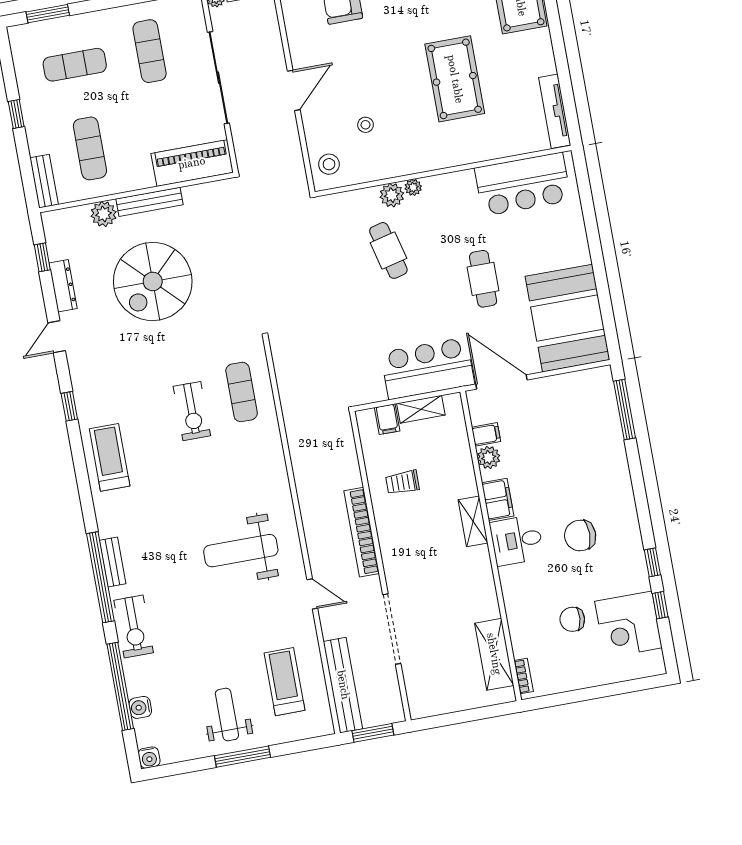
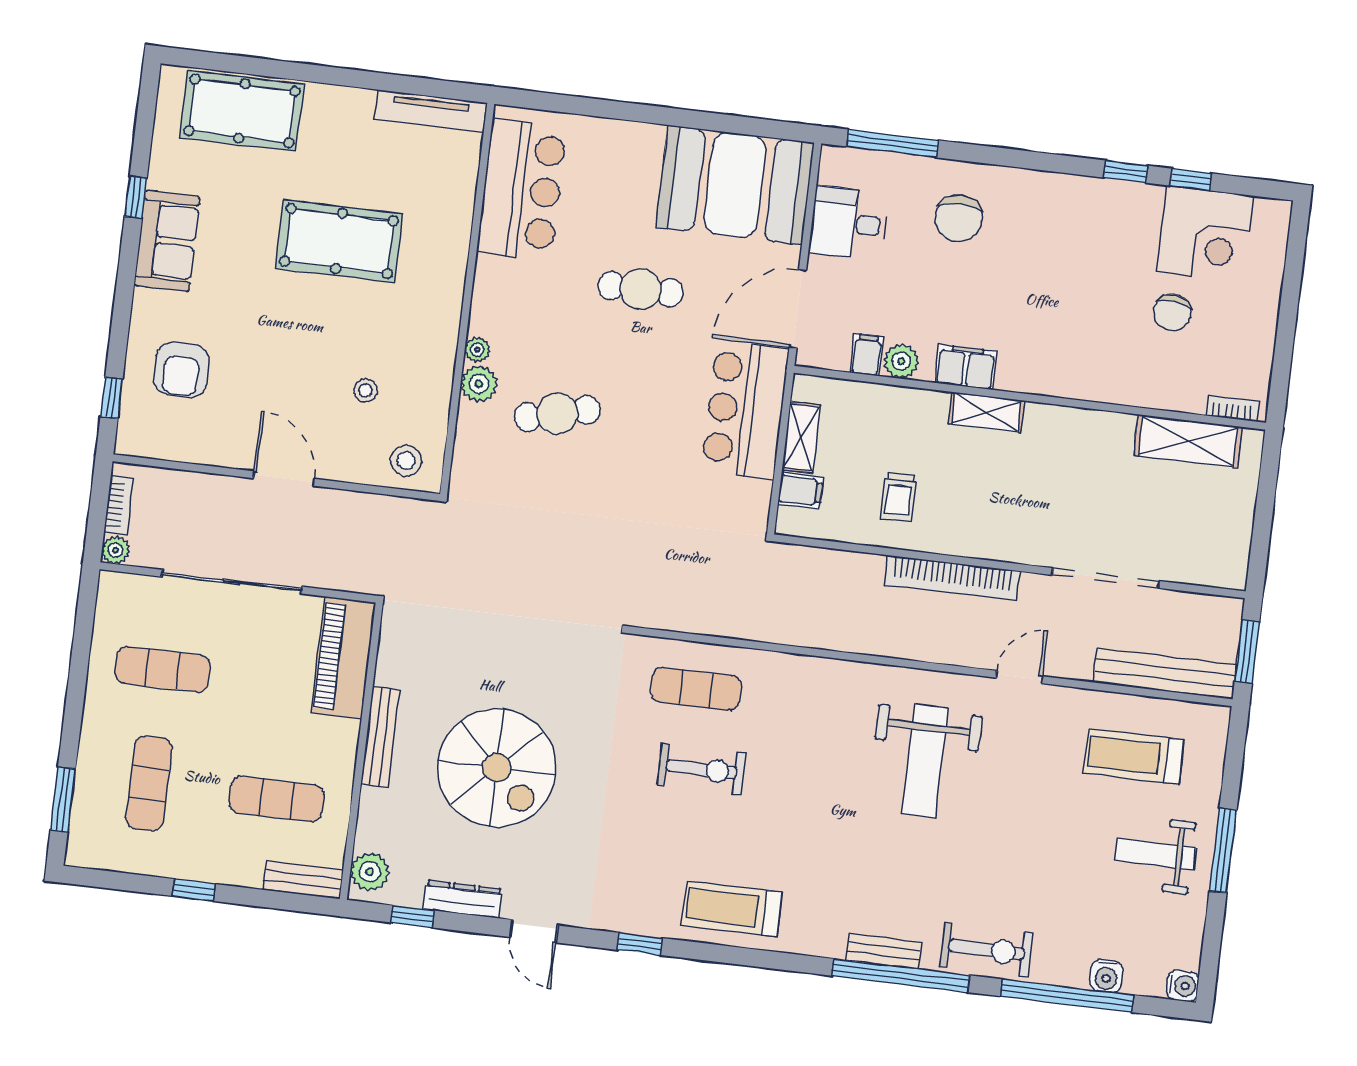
plant: (104, 214) -> (370, 872), moved
chair: (580, 535) -> (959, 218), moved
desk: (517, 540) -> (849, 223), moved, turned 90

